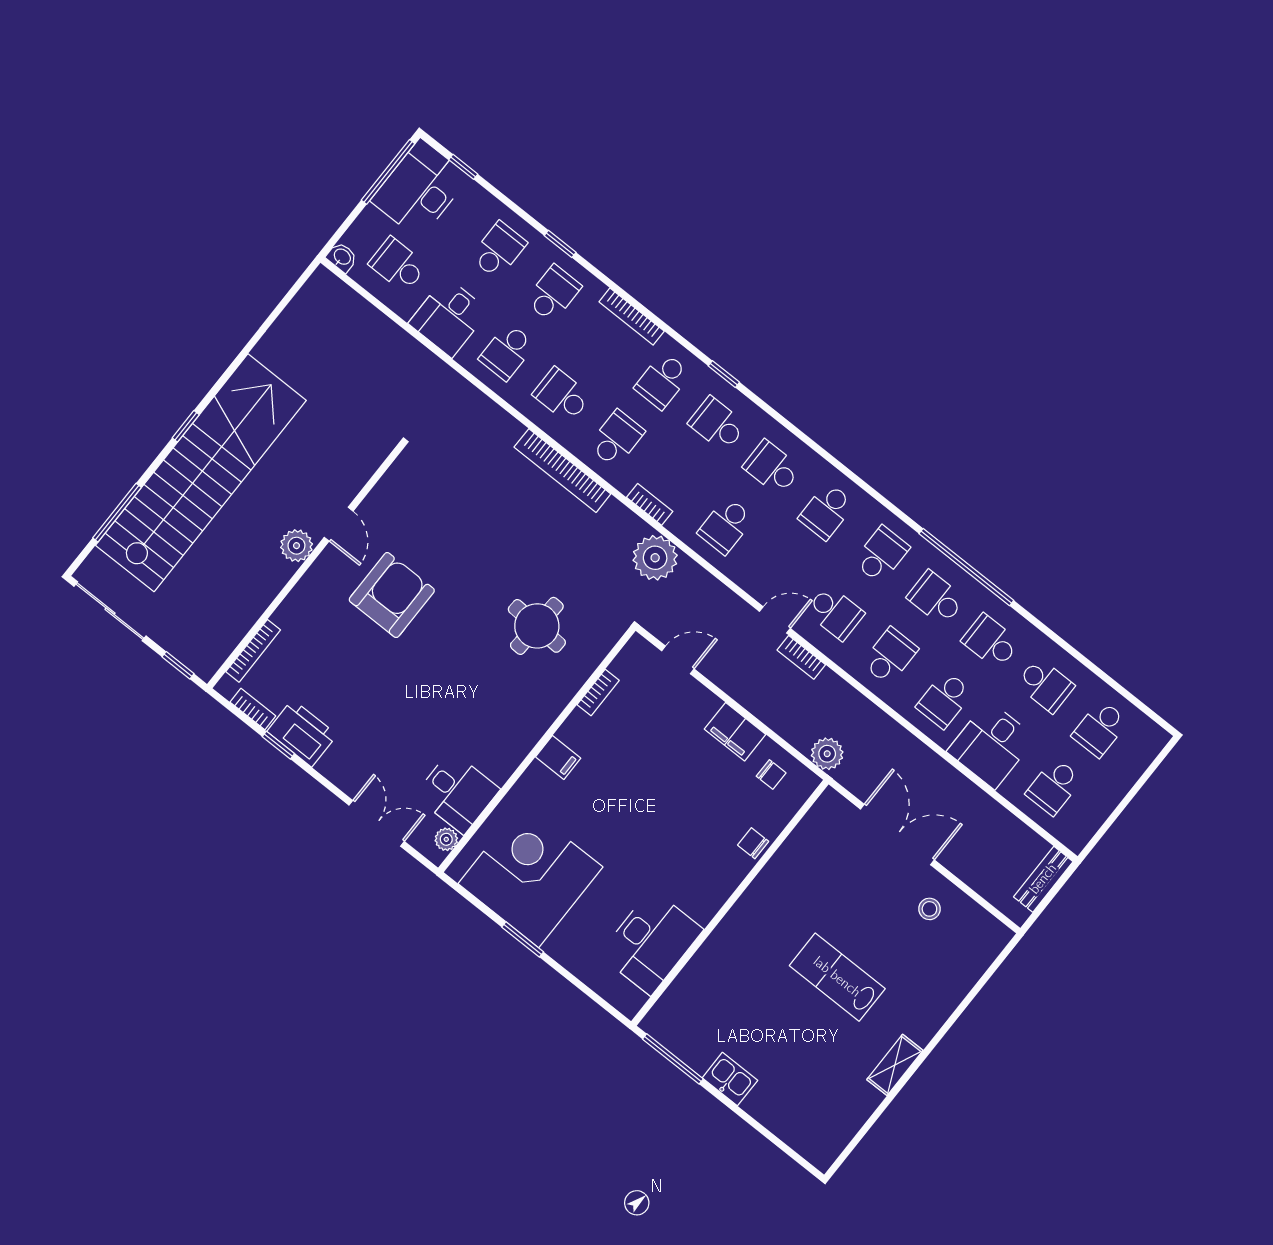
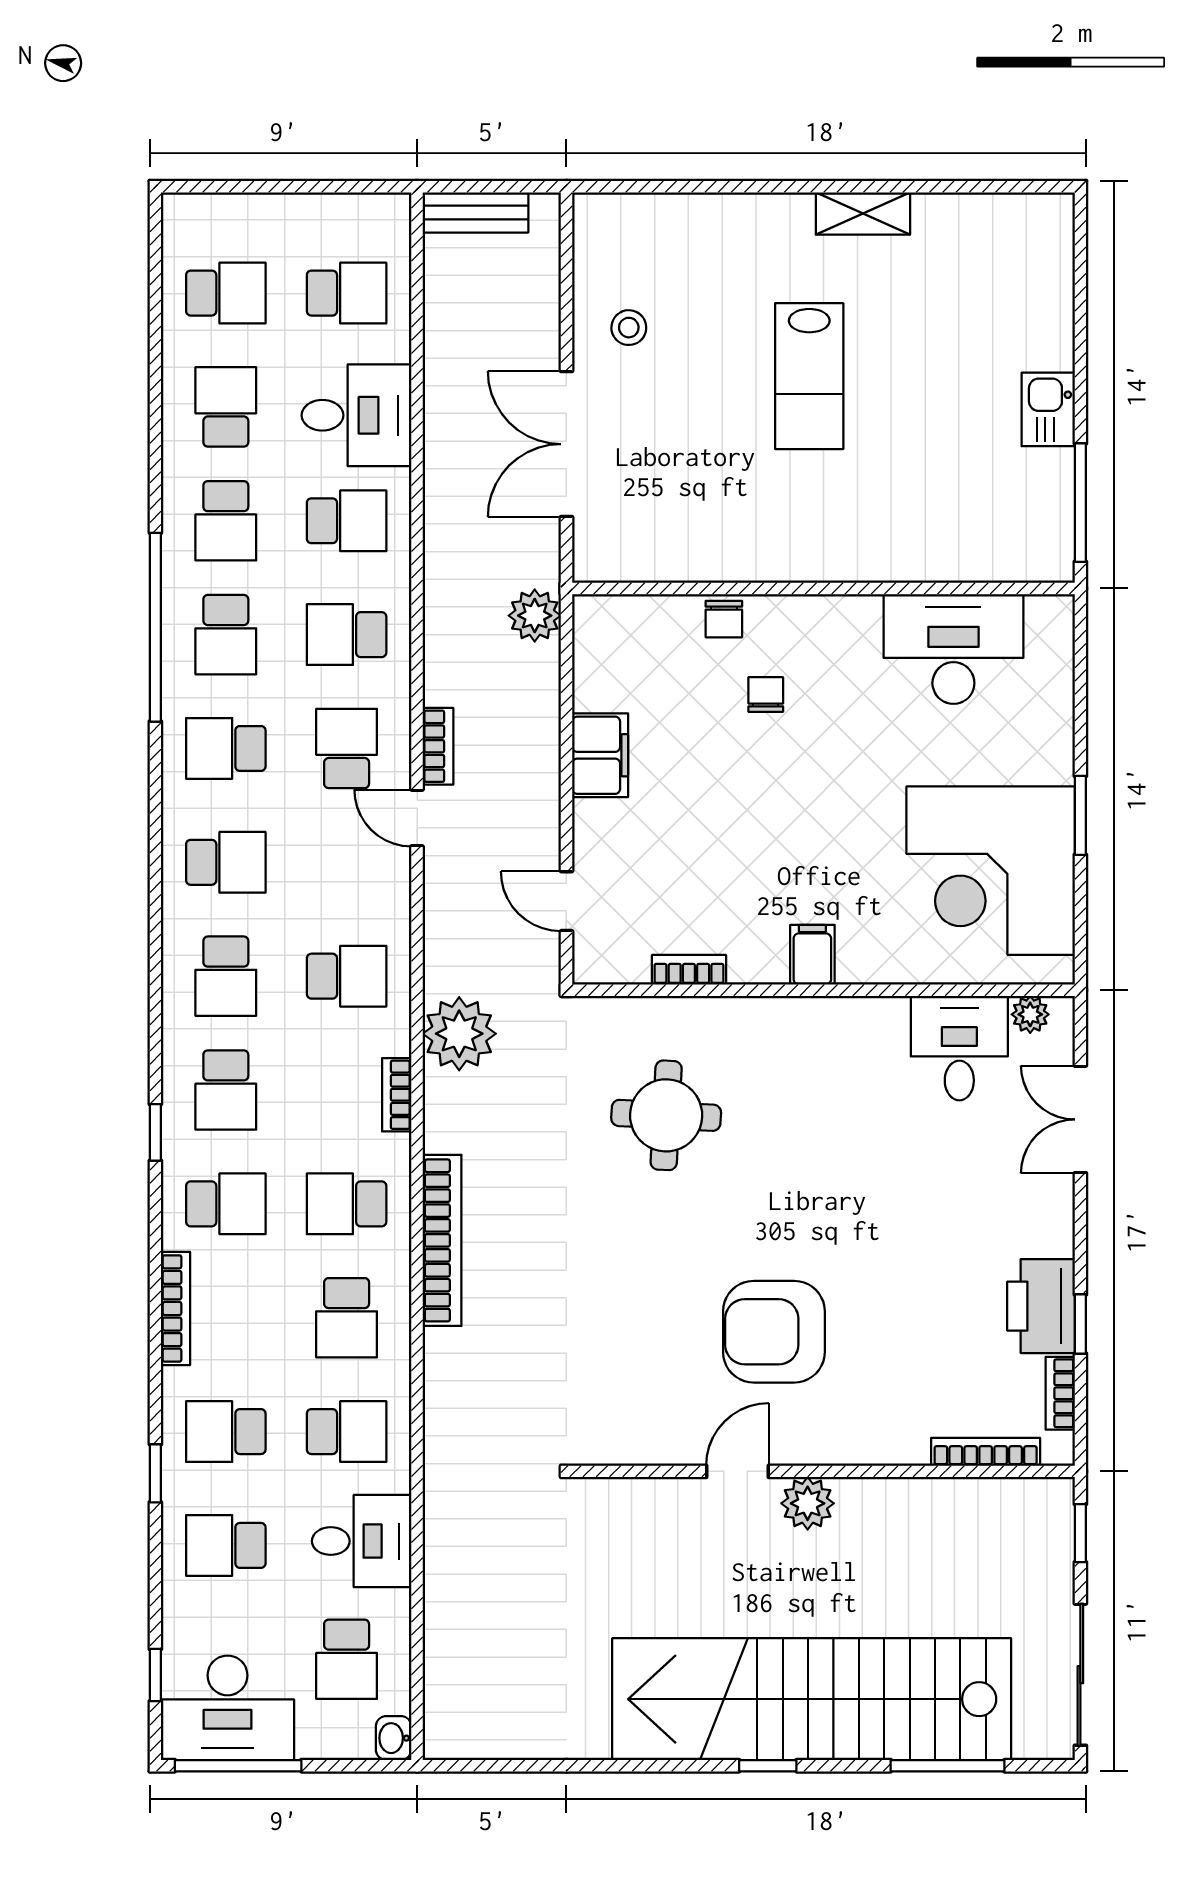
chair: (771, 774) -> (766, 695), moved

